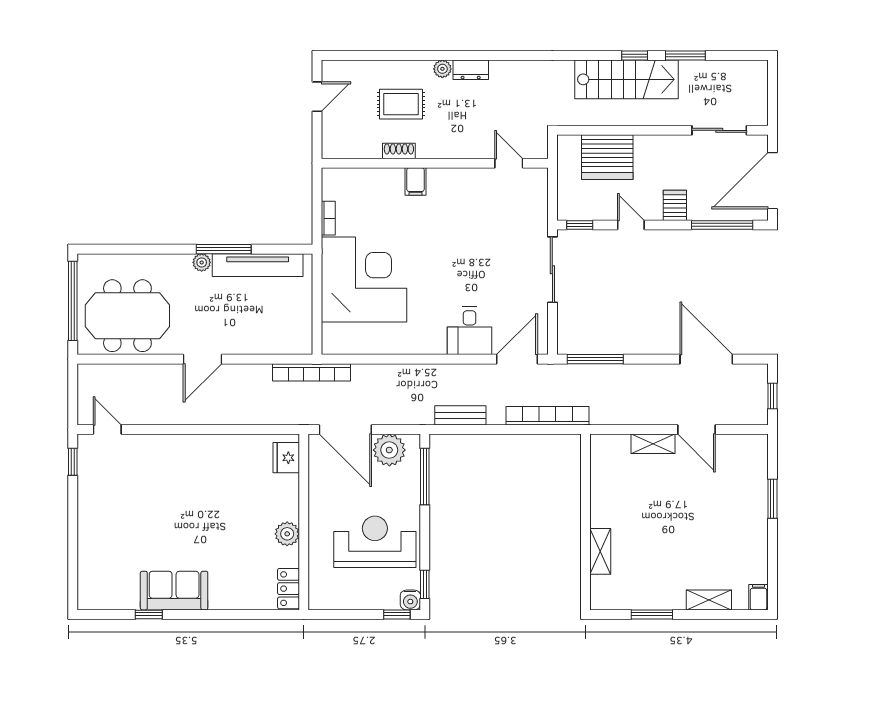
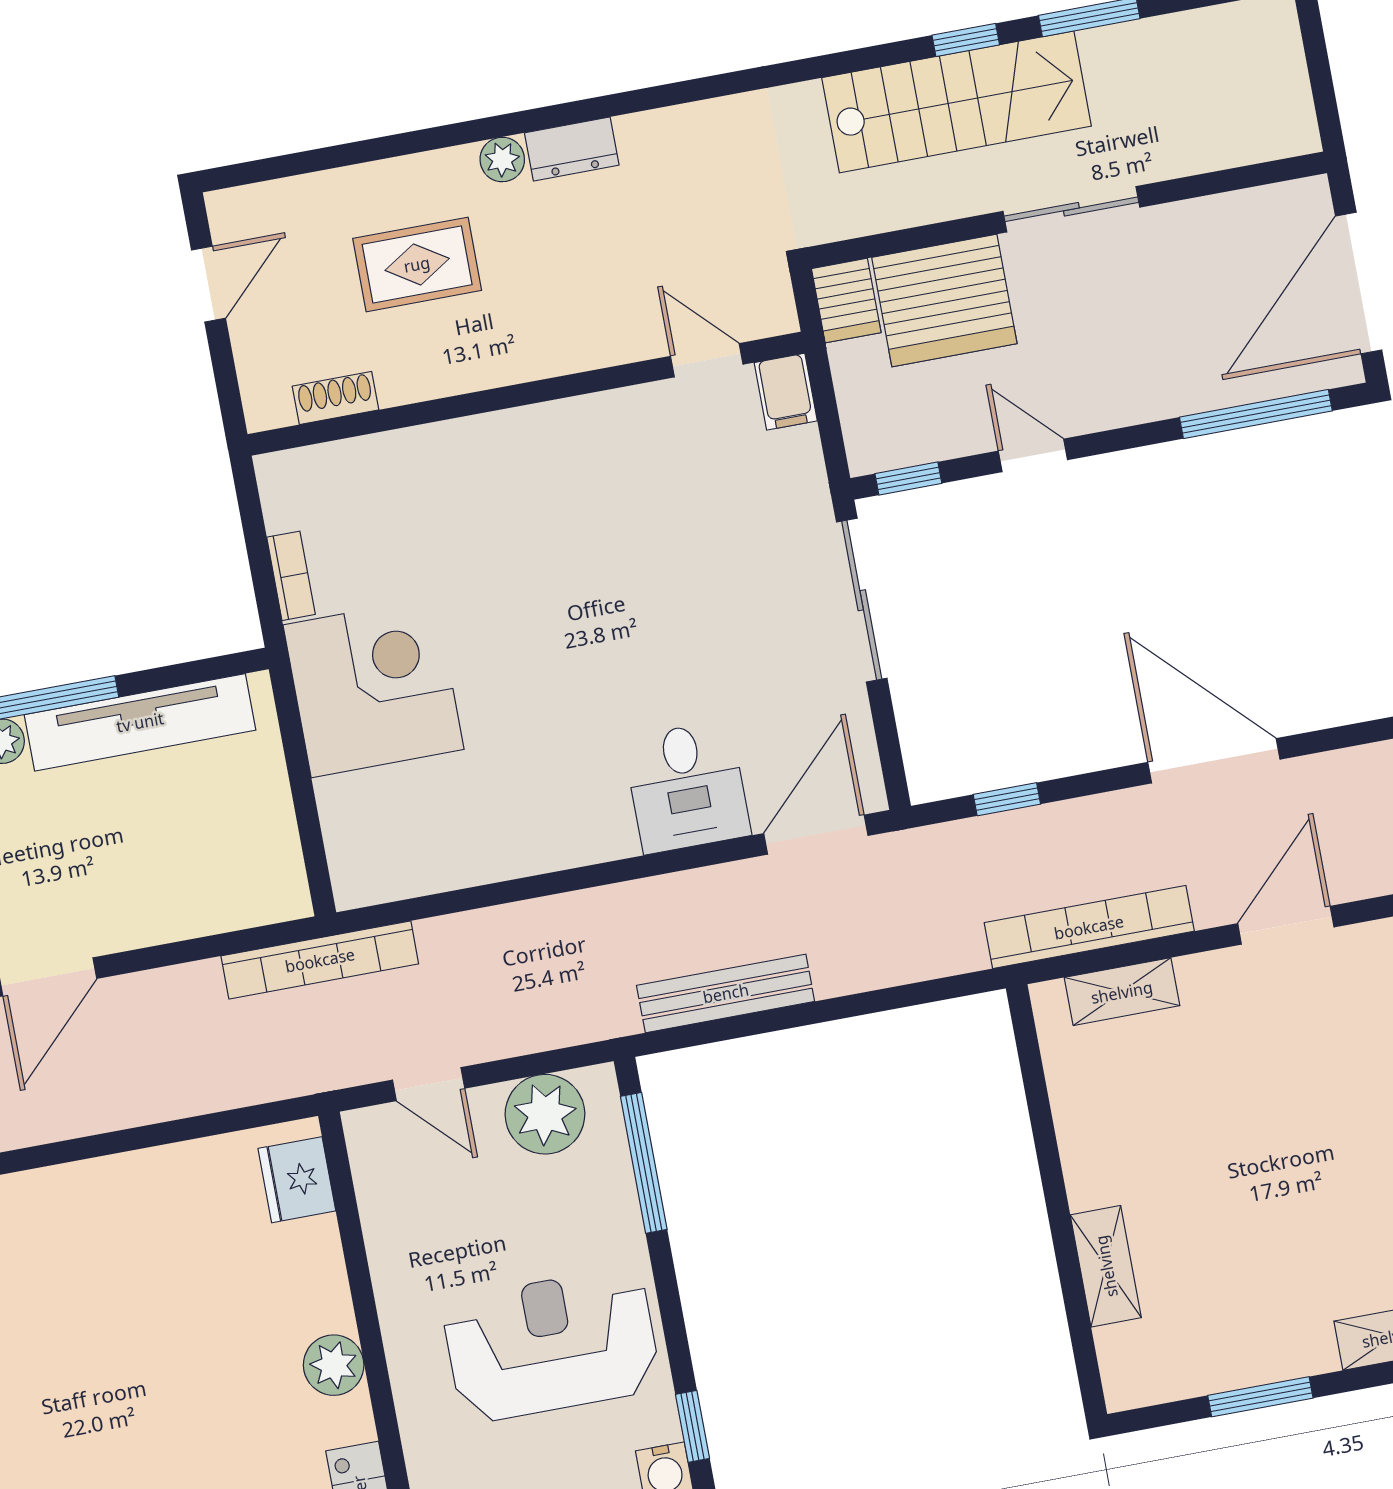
sliding door: (719, 130) -> (1071, 209), moved
shoe rack: (399, 151) -> (335, 398), moved
filing cabinet: (416, 182) -> (786, 392), moved
server rack: (675, 205) -> (846, 301), moved, turned 180
corner desk: (364, 280) -> (373, 687), width x0.74, depth x0.74
window: (595, 359) -> (1007, 799), width x0.46
door: (706, 359) -> (1214, 761), moved
bench: (460, 415) -> (726, 993), width x1.36
bookcase: (547, 416) -> (1089, 927), moved
door: (345, 430) -> (429, 1084), width x0.53
door: (696, 430) -> (1286, 925), swing flipped
shelving: (653, 444) -> (1122, 992), moved

